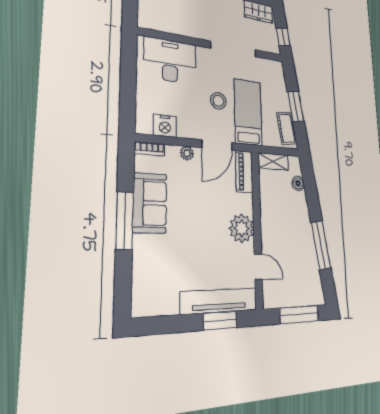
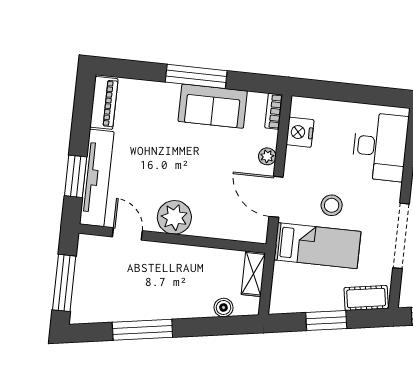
cot: (287, 129) -> (366, 298), moved
piano: (244, 172) -> (104, 103), moved, turned 90
door: (258, 267) -> (127, 234), swing flipped

